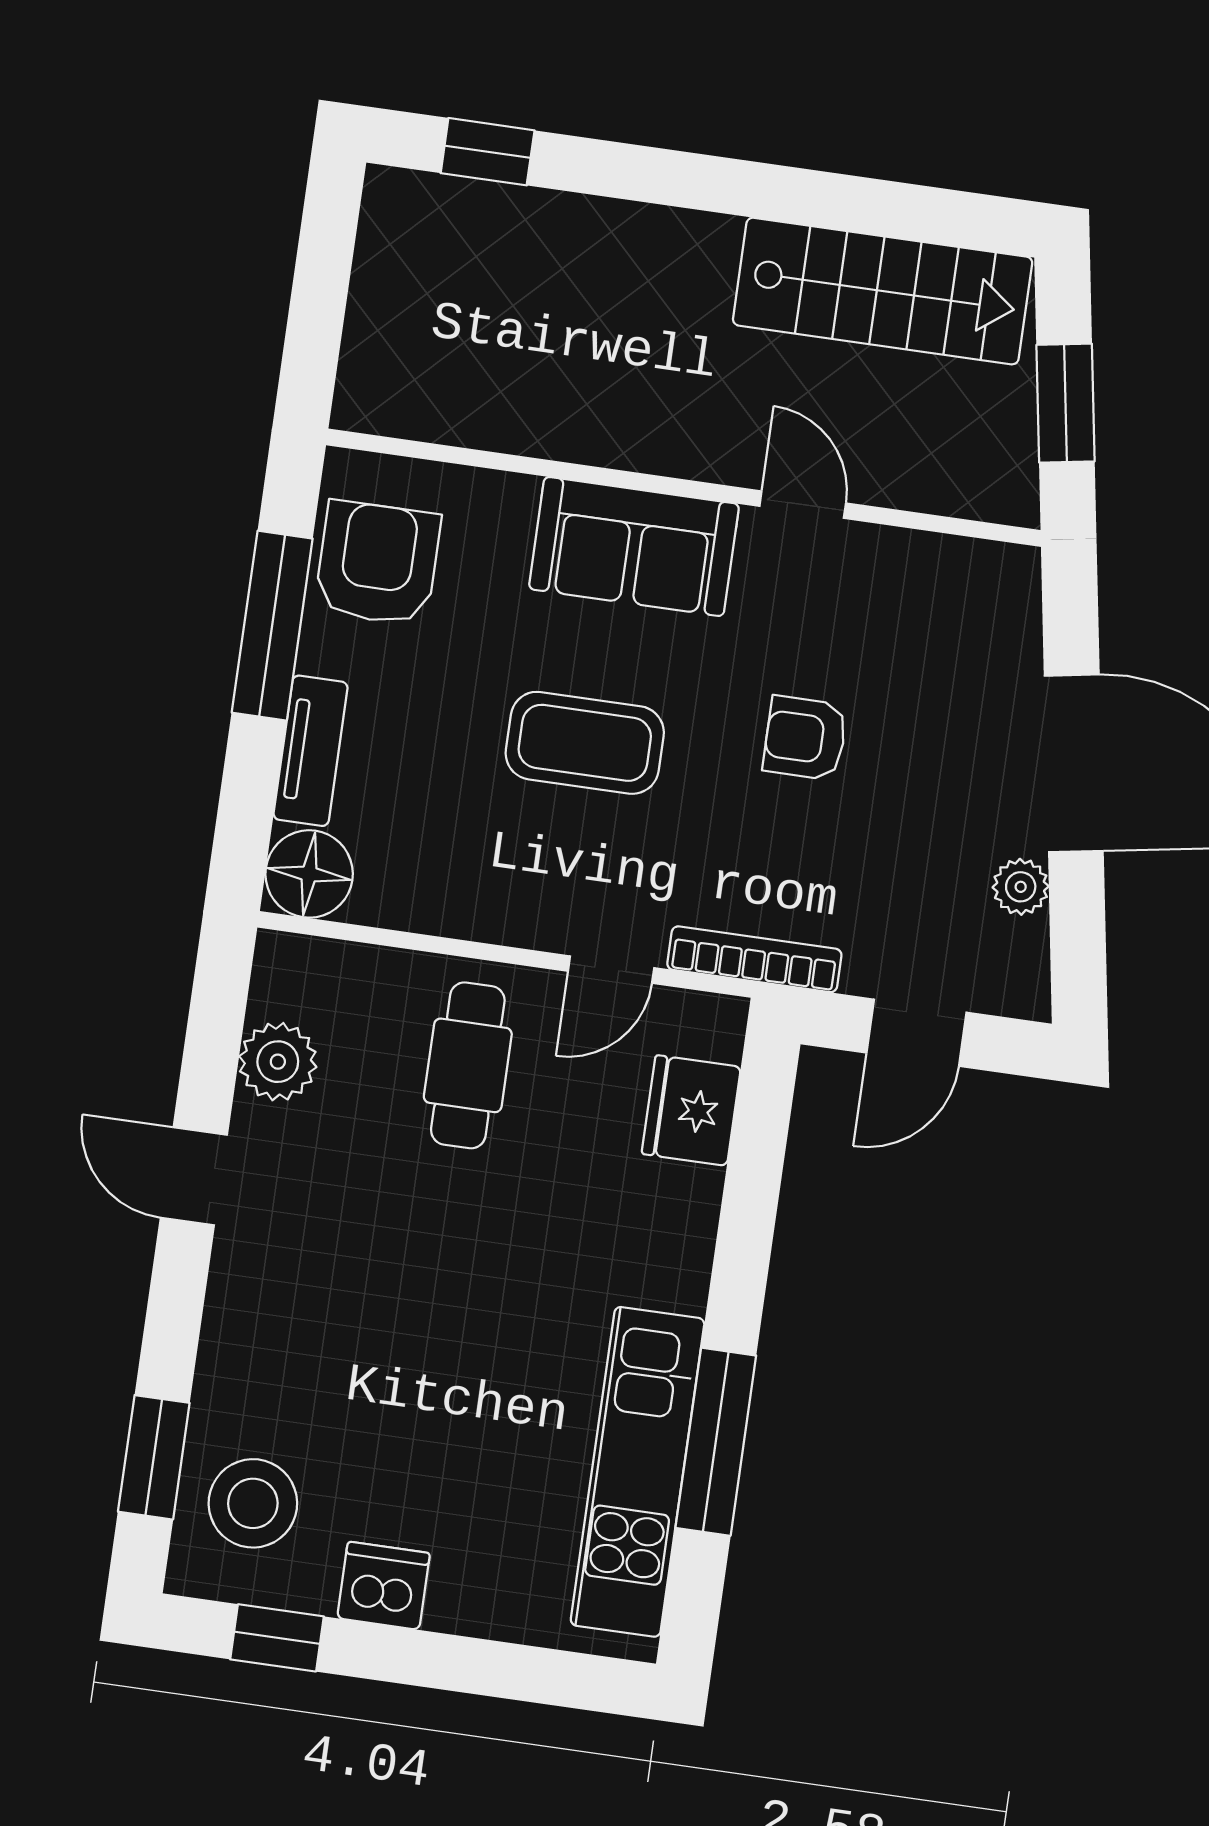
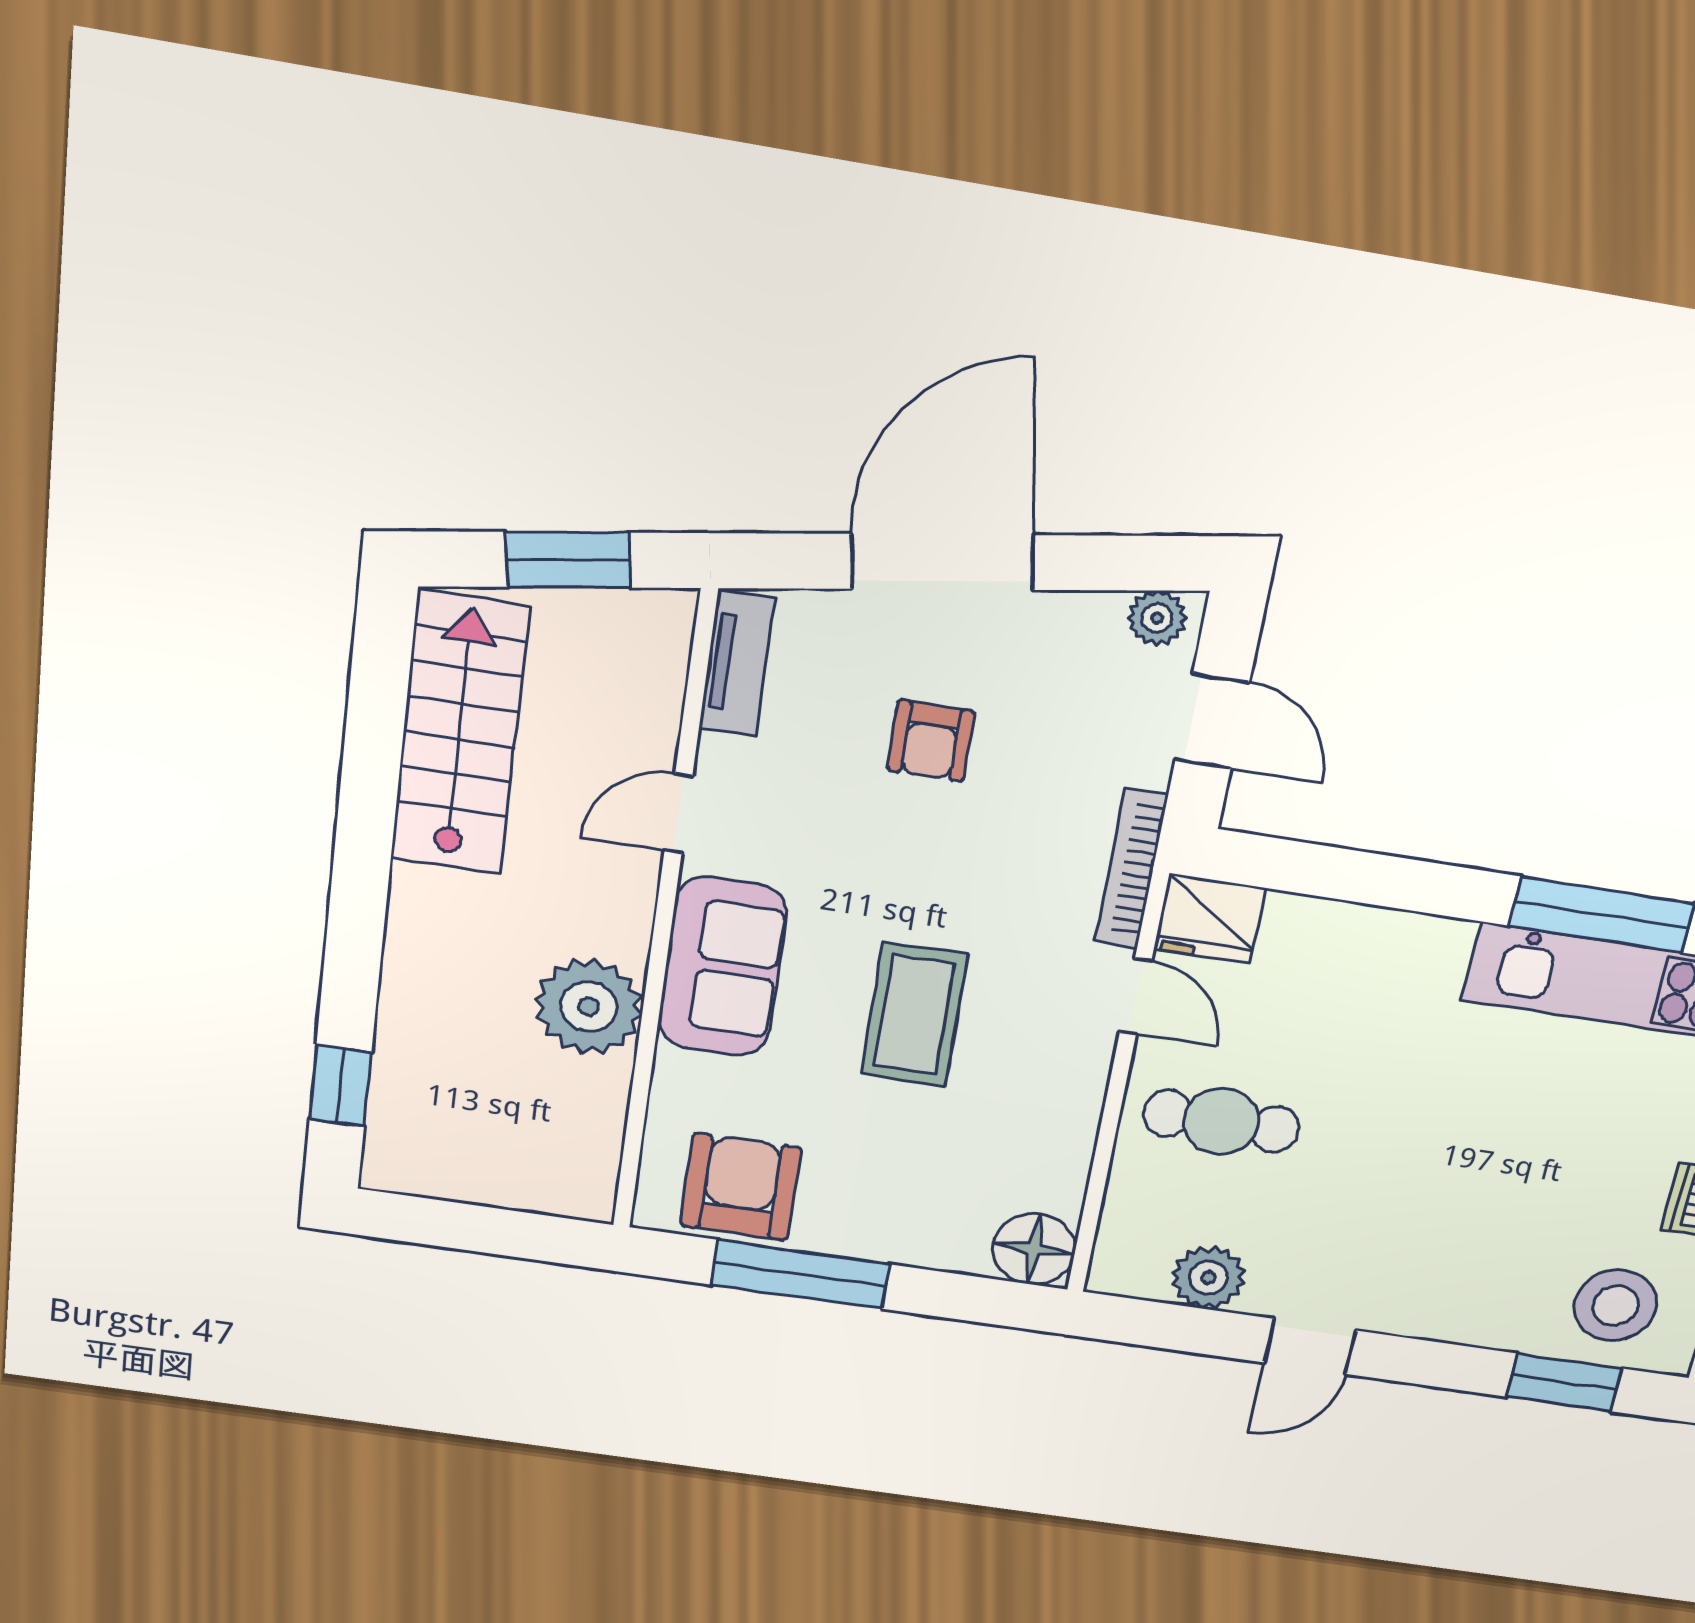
plant: (585, 410) -> (589, 1007), added
armchair: (378, 563) -> (741, 1187), turned 90
armchair: (805, 738) -> (931, 741), moved
tv unit: (311, 751) -> (737, 664), moved, turned 90
plant: (1021, 887) -> (1157, 618), moved
fridge: (691, 1110) -> (1210, 919), moved

